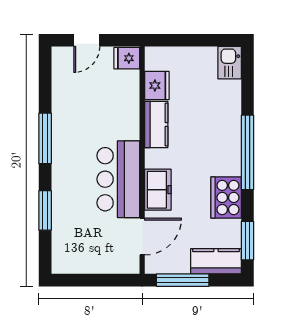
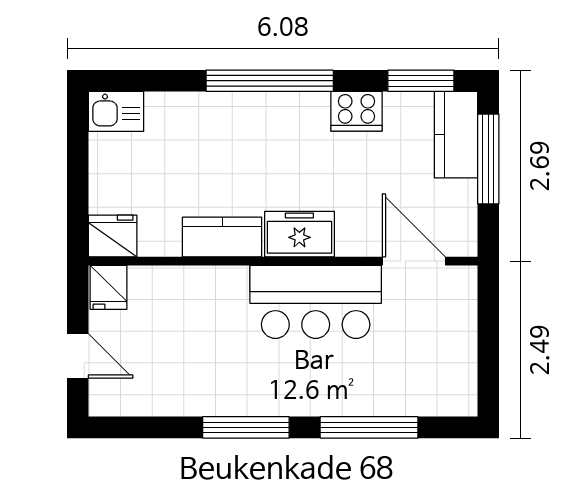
fridge: (157, 86) -> (113, 236), moved
freezer: (158, 190) -> (299, 234), moved
cooker: (226, 197) -> (357, 111), width x0.73, depth x0.76
window: (45, 210) -> (369, 427), width x1.44
window: (183, 280) -> (488, 159), moved

